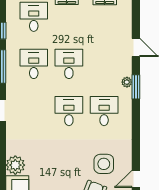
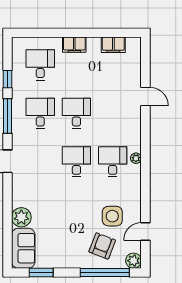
plant: (127, 82) -> (136, 158), moved
window: (136, 87) -> (145, 137), removed

